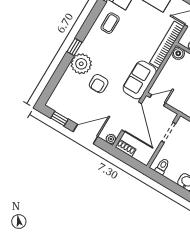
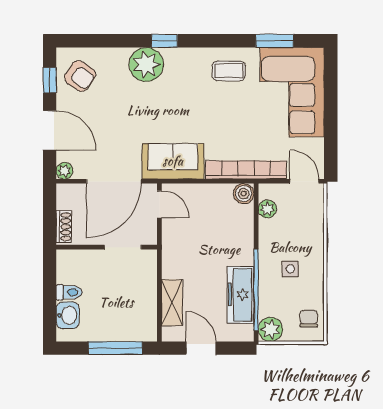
armchair: (99, 84) -> (80, 76), moved, turned -145
shoe rack: (126, 148) -> (64, 227), moved
toilet: (162, 166) -> (69, 292), moved

